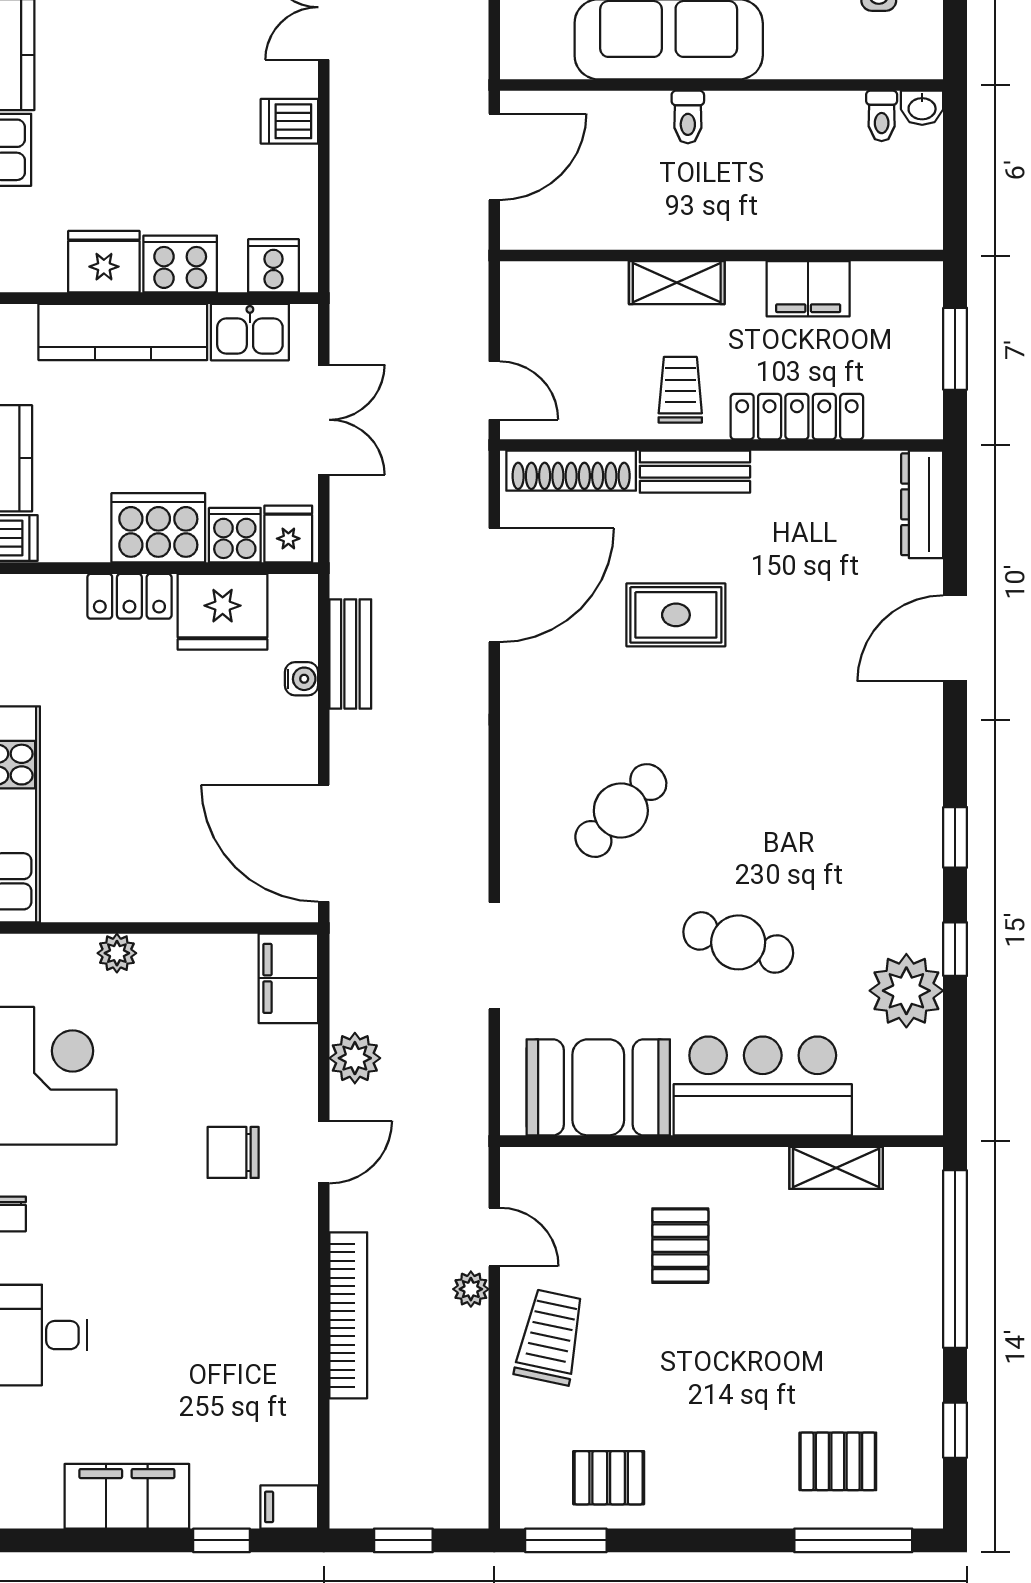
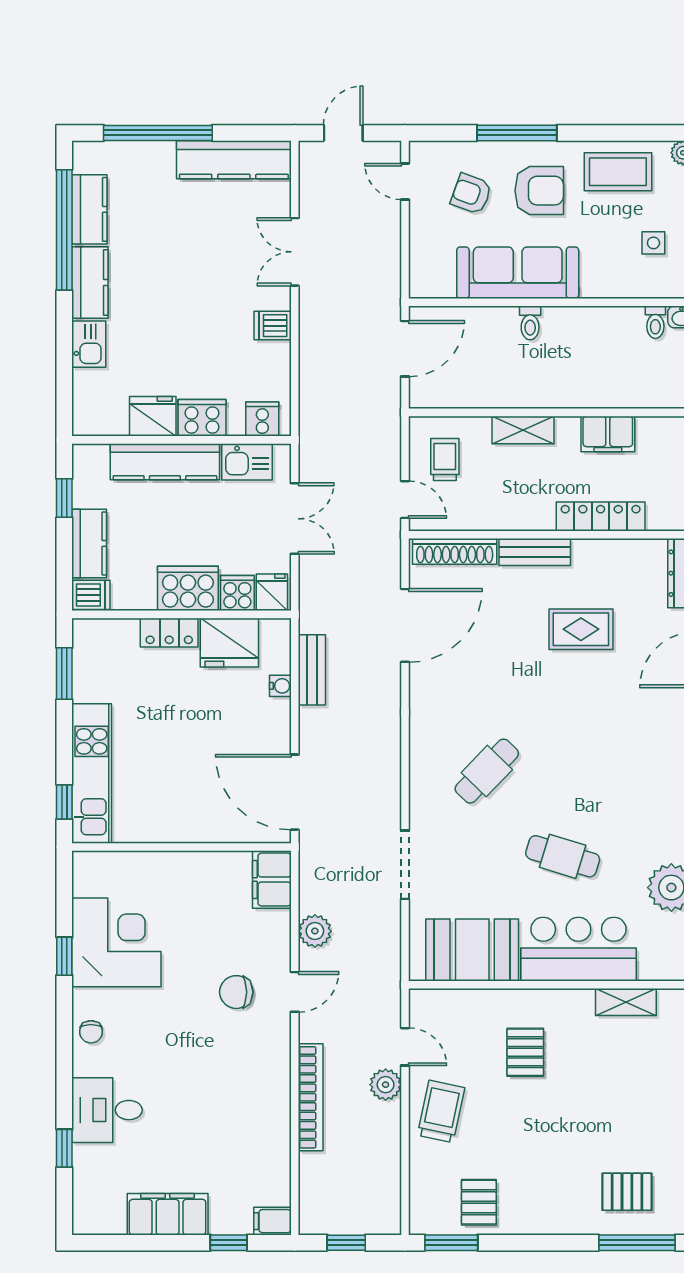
trolley: (680, 390) -> (445, 459), moved
rug: (676, 615) -> (581, 629), moved
plant: (117, 953) -> (161, 863), removed
plant: (471, 1289) -> (386, 1085), width x1.38, depth x1.38
pallet: (609, 1478) -> (479, 1202), turned 90

